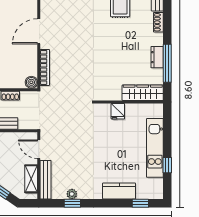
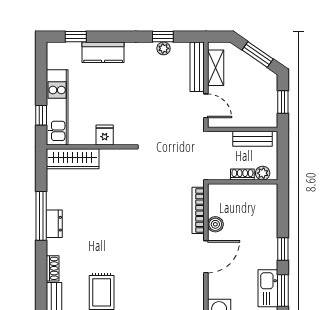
boiler: (31, 82) -> (215, 224), moved
wardrobe: (143, 93) -> (73, 159), moved
wall: (129, 102) -> (90, 147), moved
fridge: (118, 111) -> (105, 135), moved
window: (167, 165) -> (41, 115), moved

